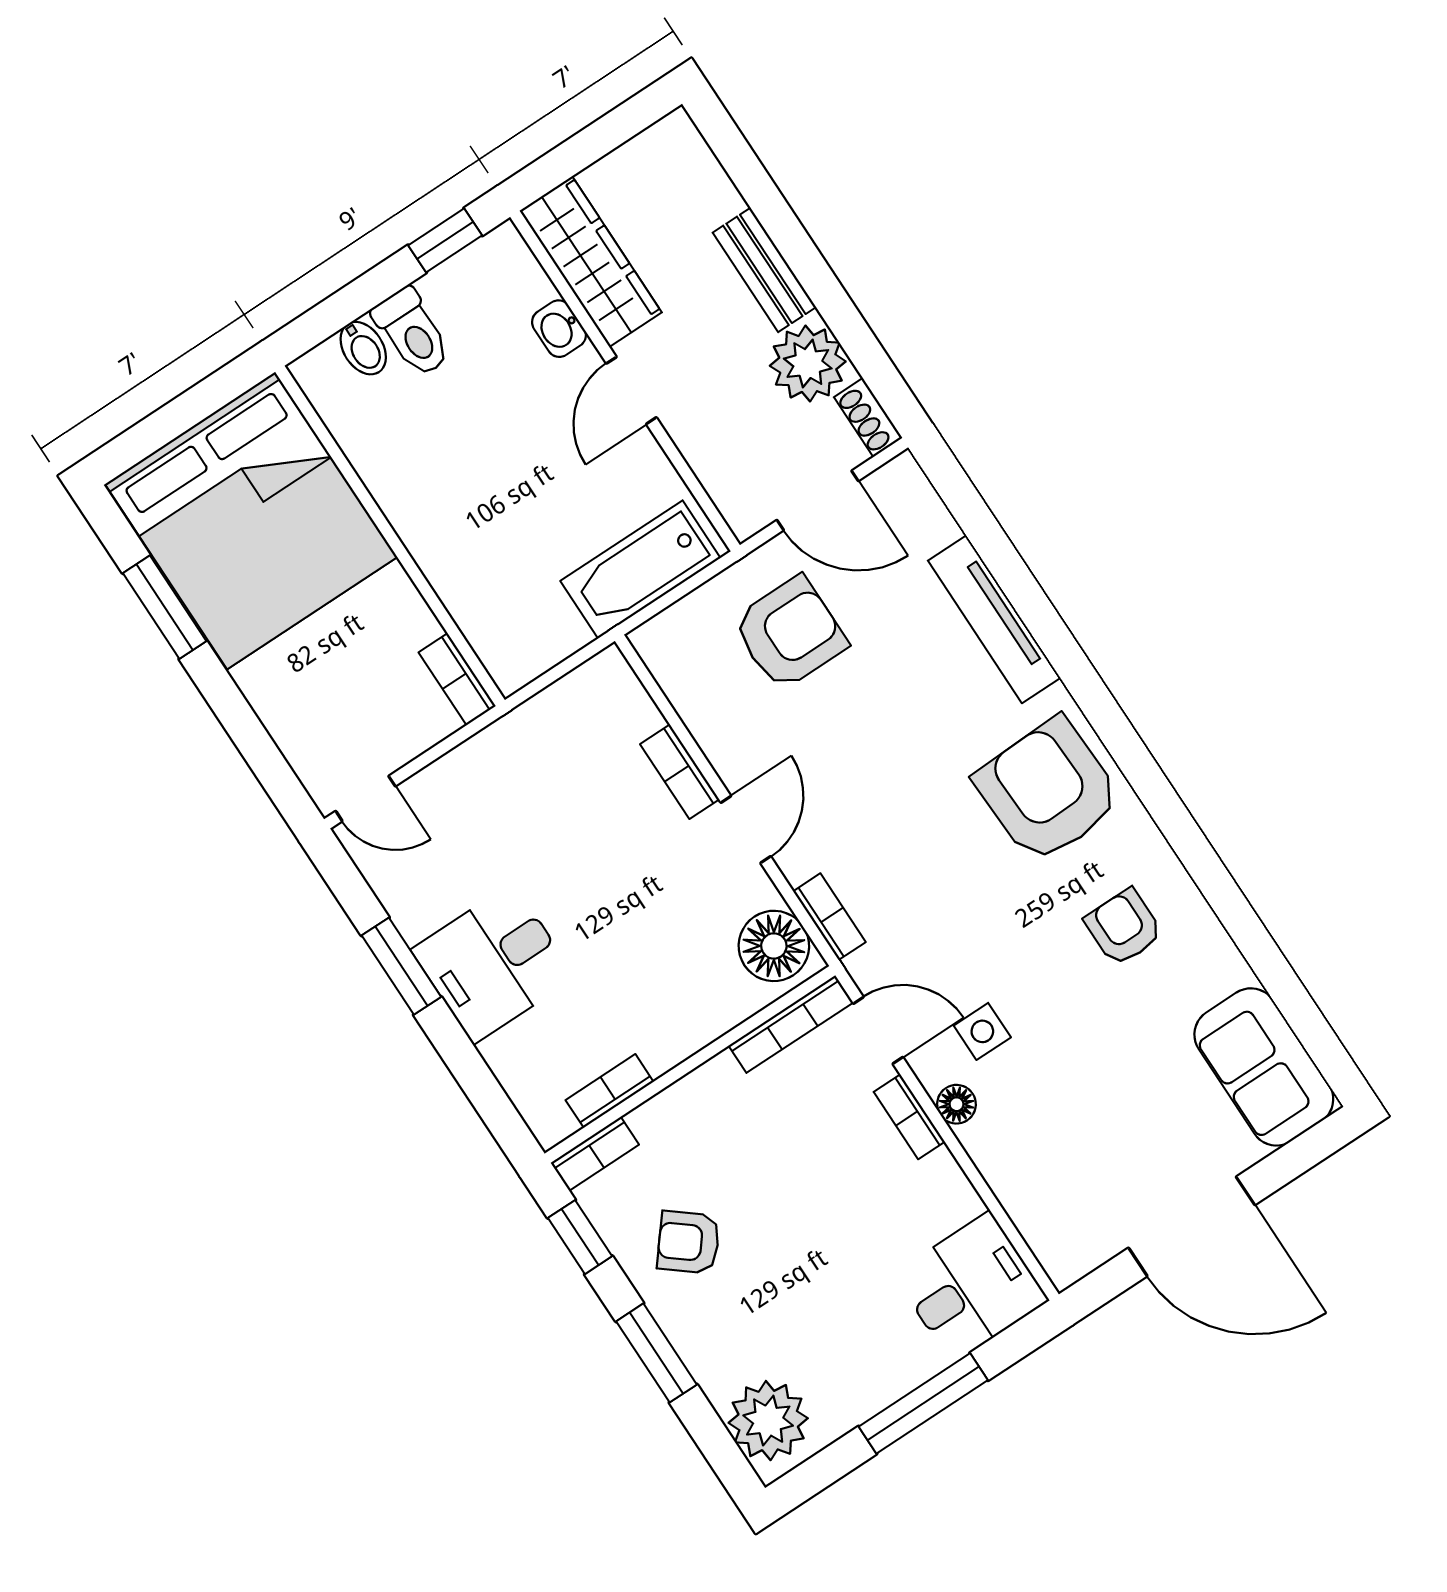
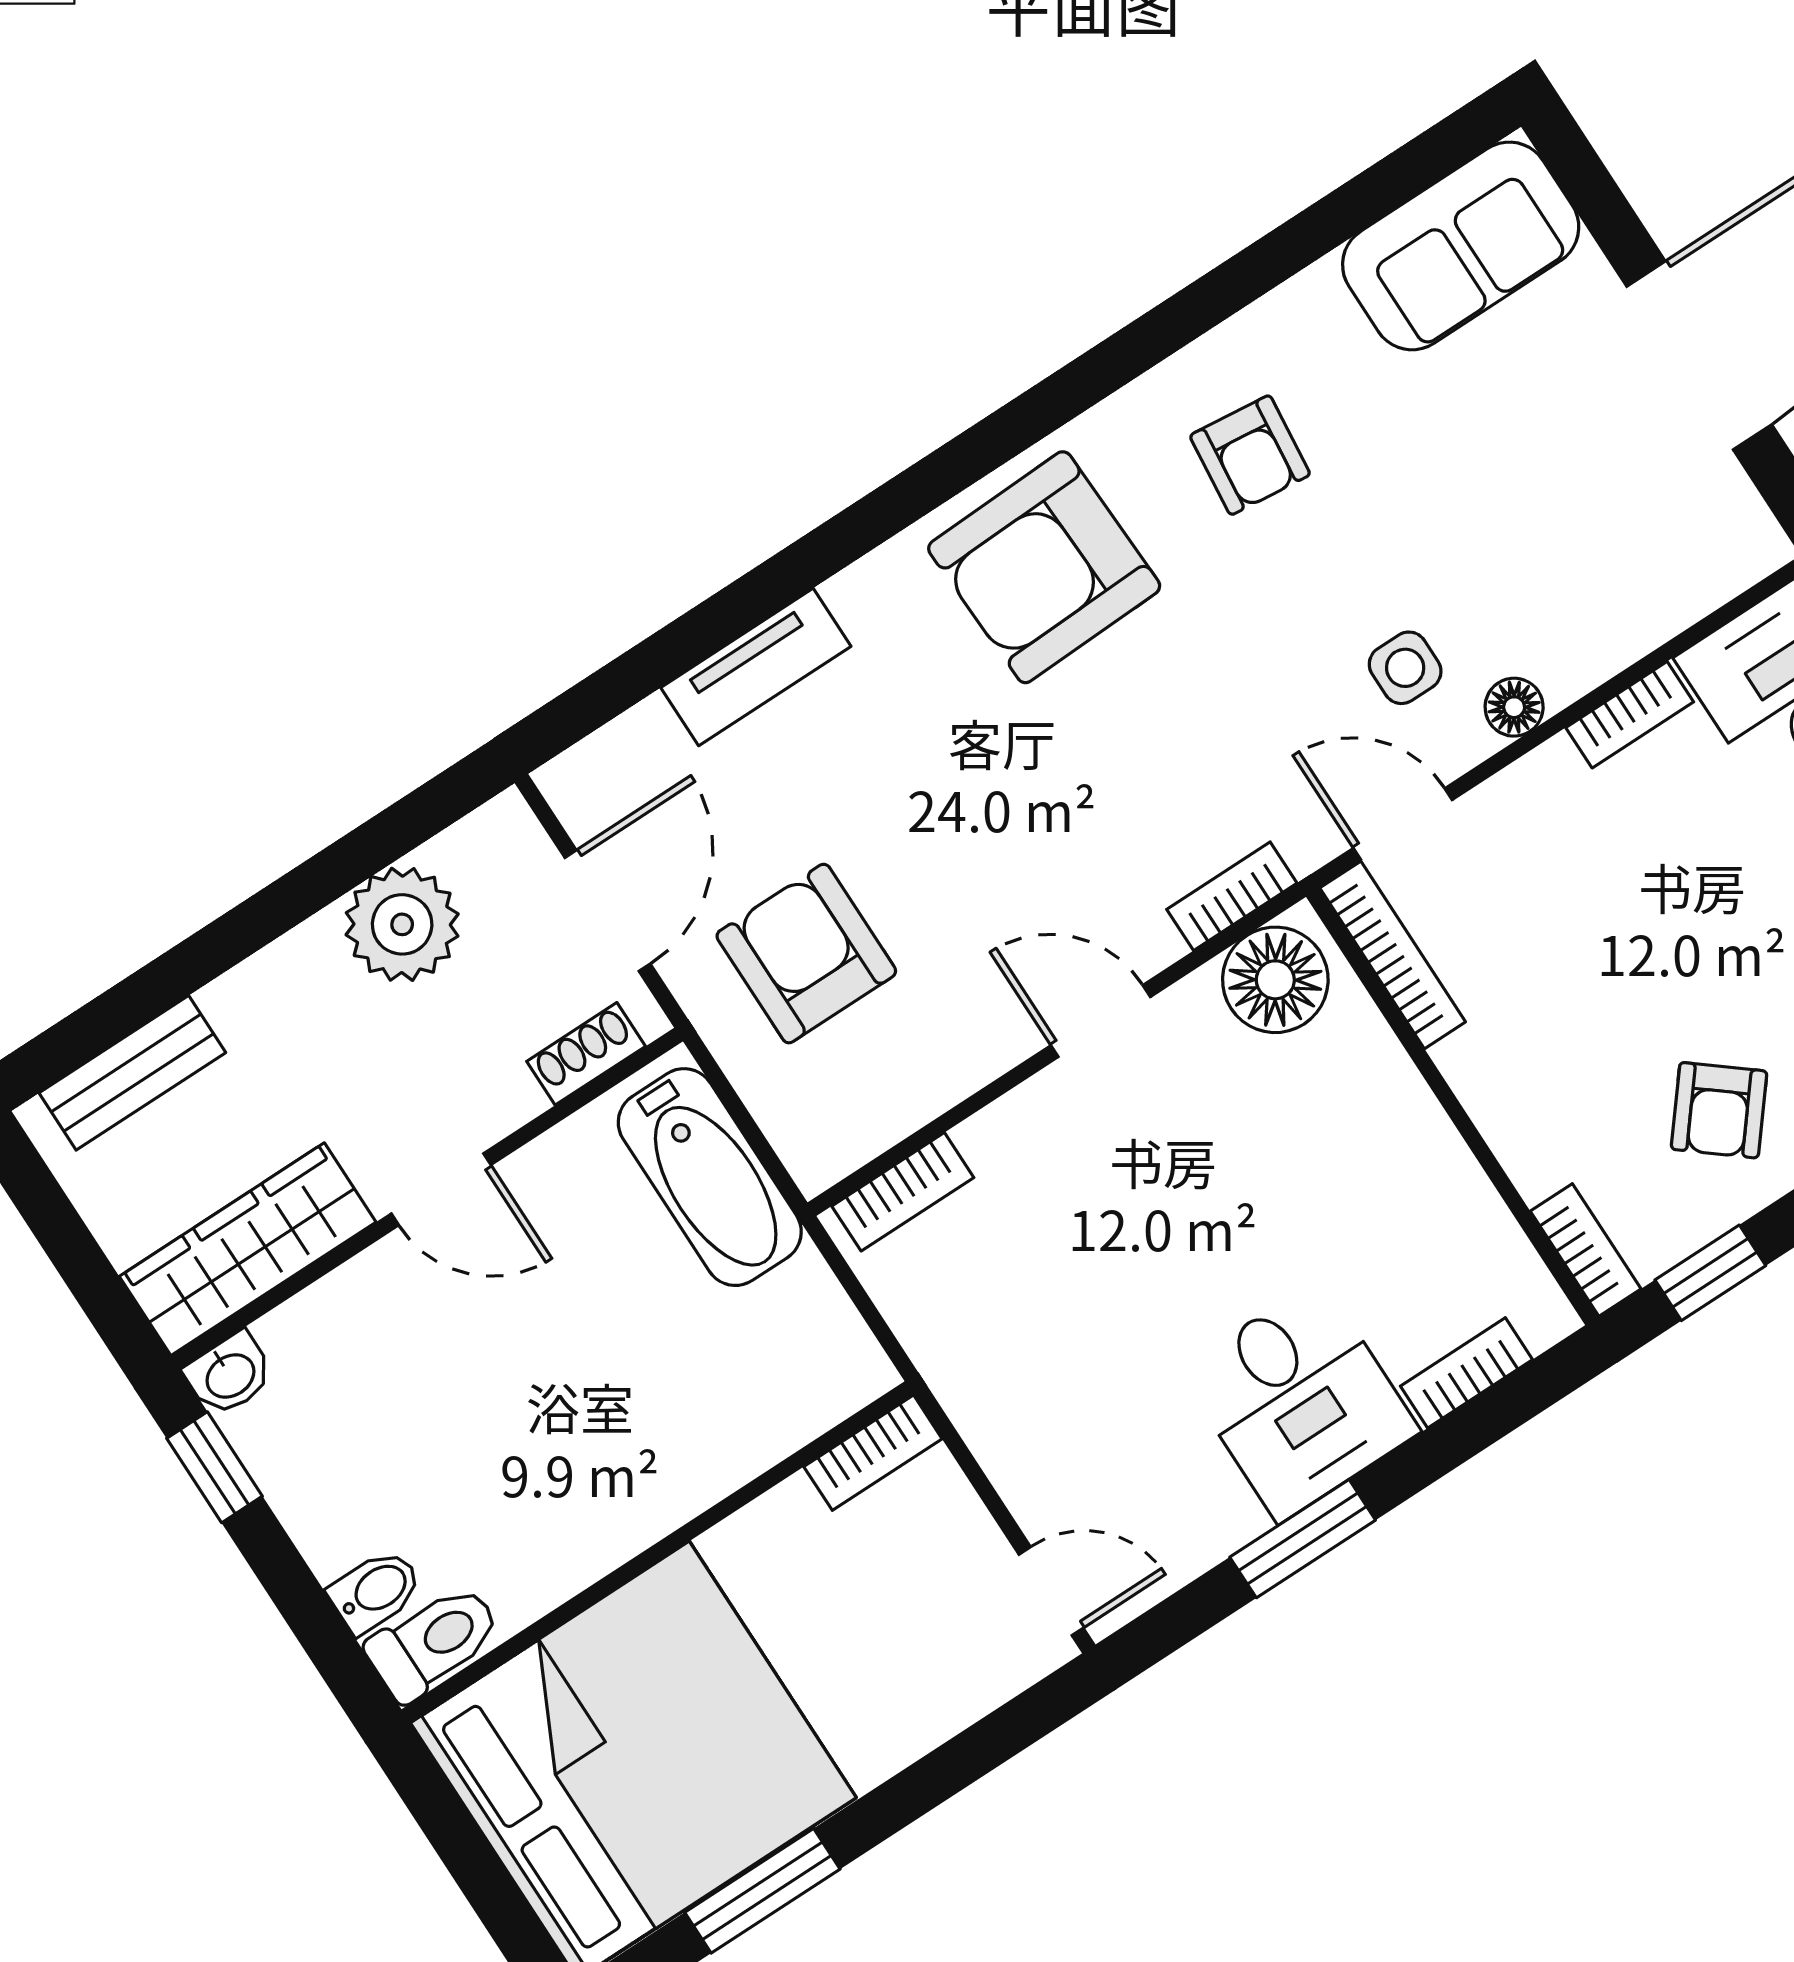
bench: (764, 270) -> (132, 1073), moved
washbasin: (559, 329) -> (229, 1374), moved
toilet: (412, 332) -> (434, 1642), moved
shoe rack: (868, 418) -> (586, 1054), moved, turned 180
tv unit: (994, 619) -> (756, 667), width x0.71
bookcase: (680, 772) -> (903, 1192), moved
door: (365, 799) -> (1051, 1591), hinge flipped
armchair: (1124, 927) -> (1250, 455), turned -84
door: (878, 1030) -> (1403, 824), hinge flipped
bookcase: (610, 1091) -> (1466, 1373), moved, turned 90
bookcase: (909, 1117) -> (1630, 715), moved

